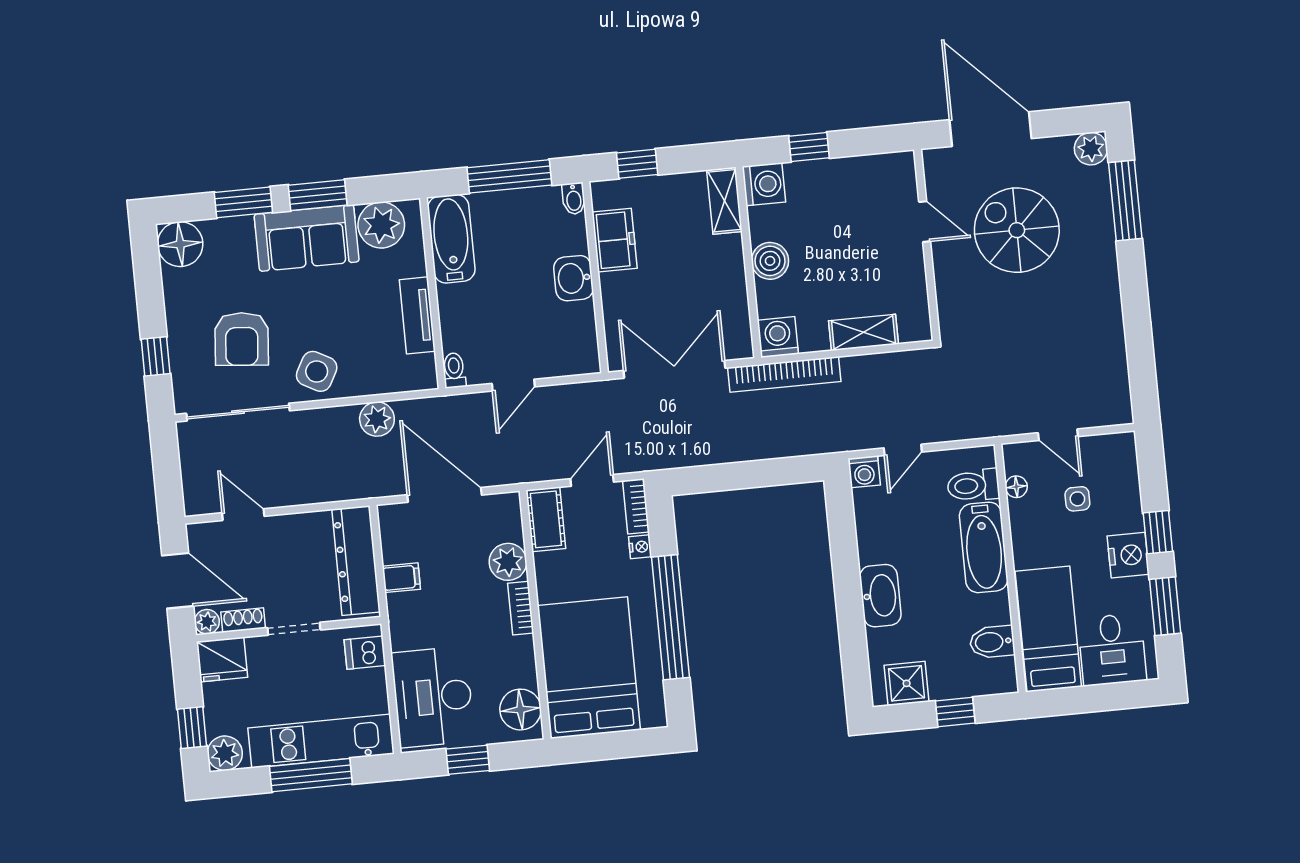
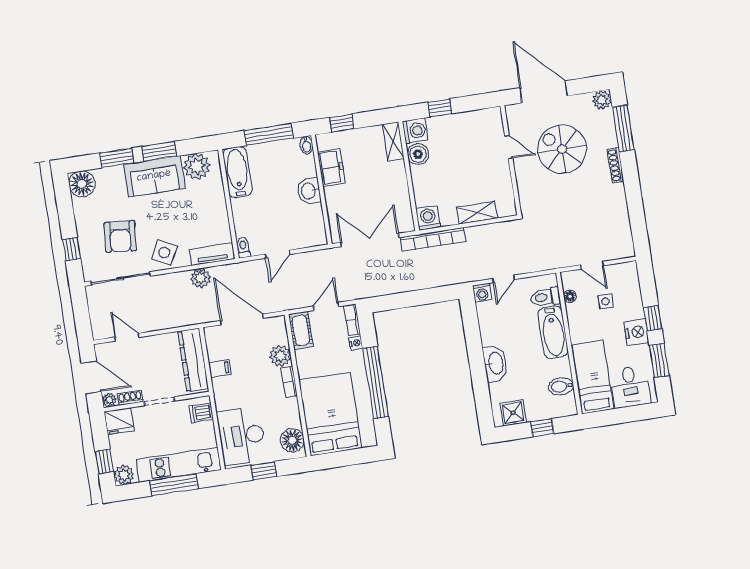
boiler: (770, 261) -> (418, 154), moved
shoe rack: (1108, 264) -> (616, 165), added
tv unit: (417, 315) -> (212, 254), moved, turned 90

